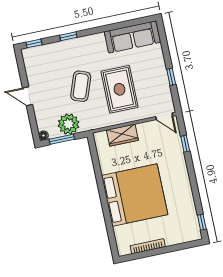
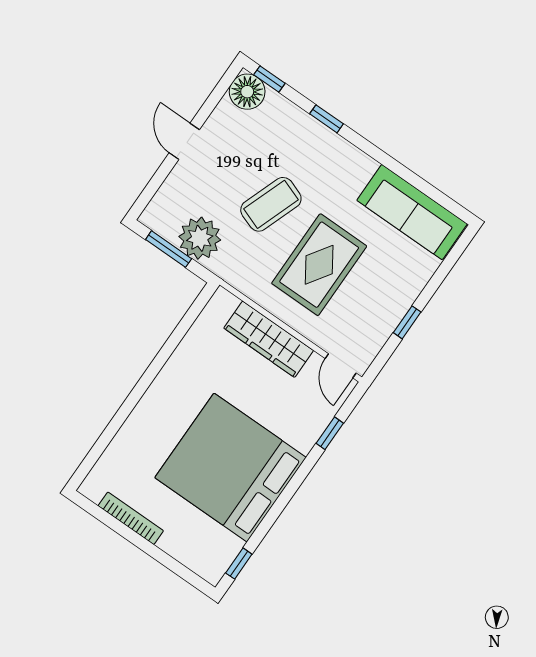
wardrobe: (122, 135) -> (269, 339), width x1.50
floor lamp: (43, 136) -> (247, 92), moved, width x1.89, depth x1.89
bed: (135, 195) -> (231, 468), moved, turned 180

